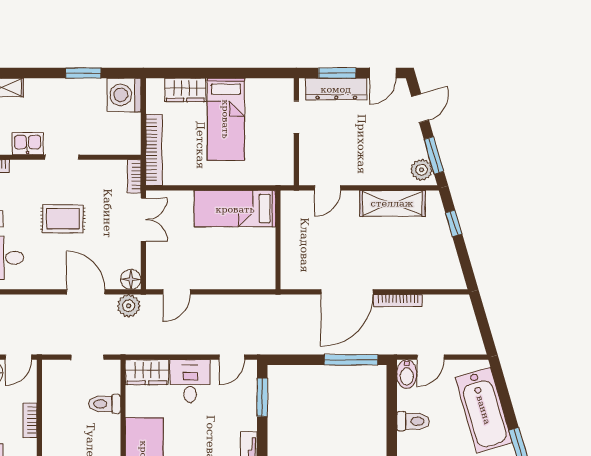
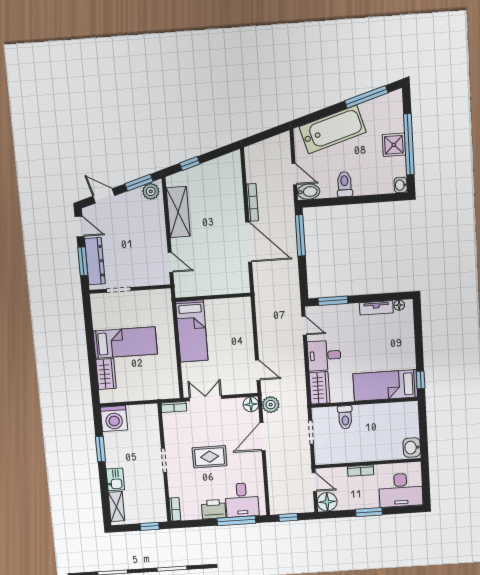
kitchen sink: (27, 144) -> (115, 479), moved, turned 180
bookcase: (154, 150) -> (153, 394), removed
rug: (63, 219) -> (210, 457), turned 90

